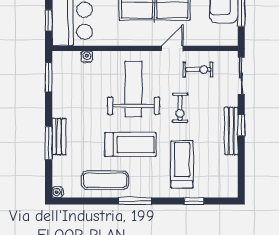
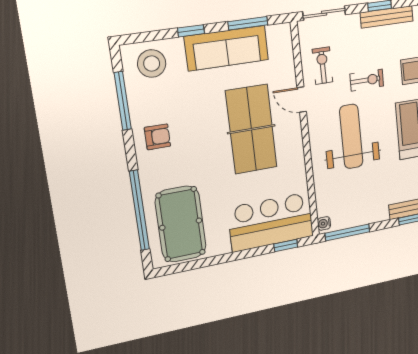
water cooler: (87, 57) -> (324, 223), moved
window: (49, 77) -> (347, 232), width x1.44
weight bench: (134, 89) -> (351, 136), turned 90

